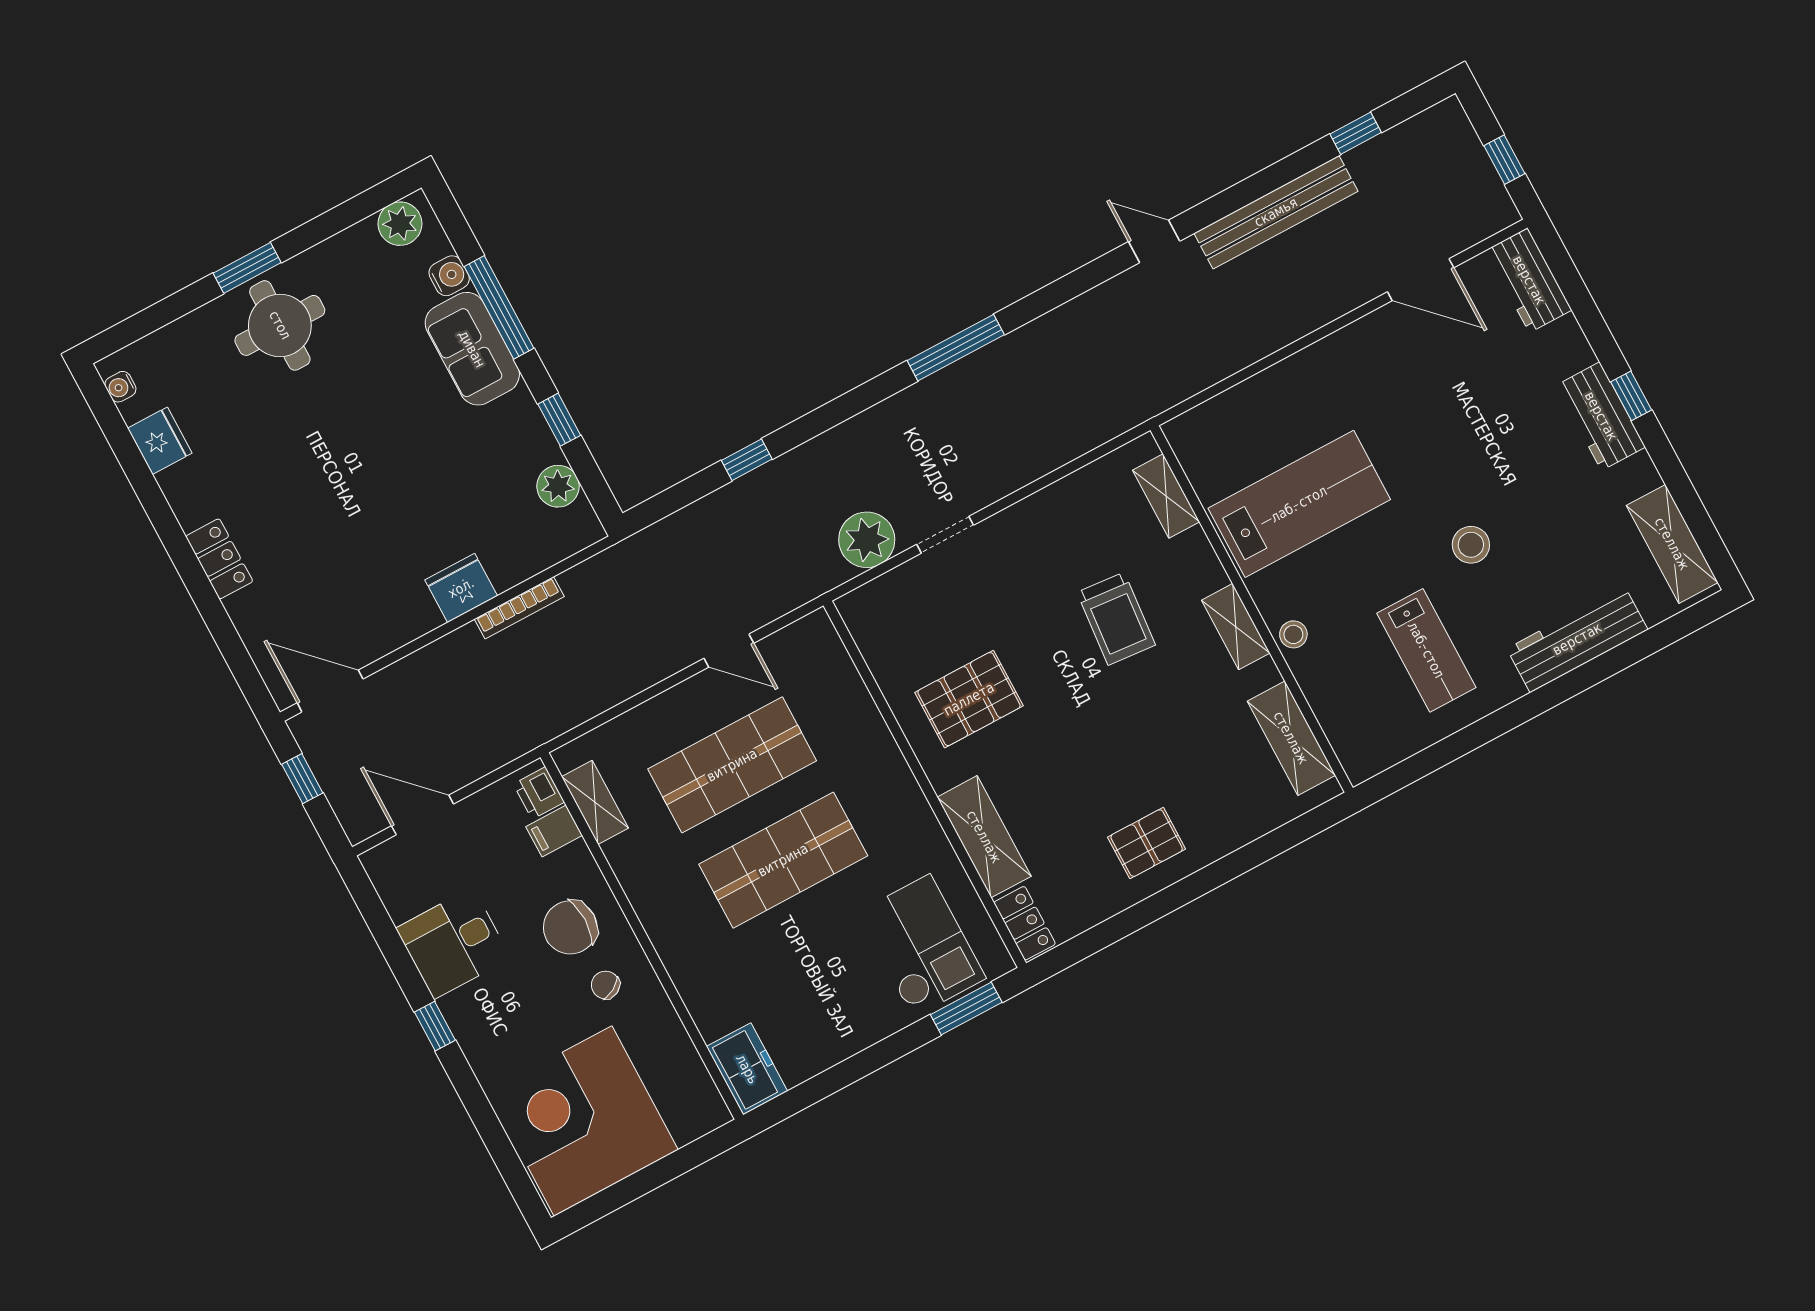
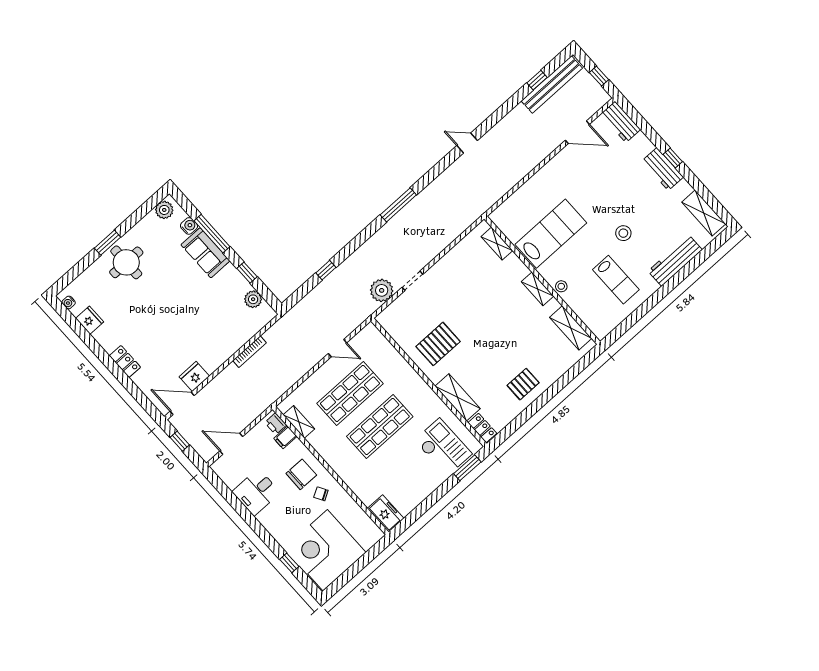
bench: (1276, 212) -> (552, 84), moved
fridge: (461, 588) -> (194, 376), moved
trolley: (1116, 619) -> (489, 297), removed
chair: (570, 927) -> (301, 474), turned 180
window: (435, 1026) -> (289, 563), moved

